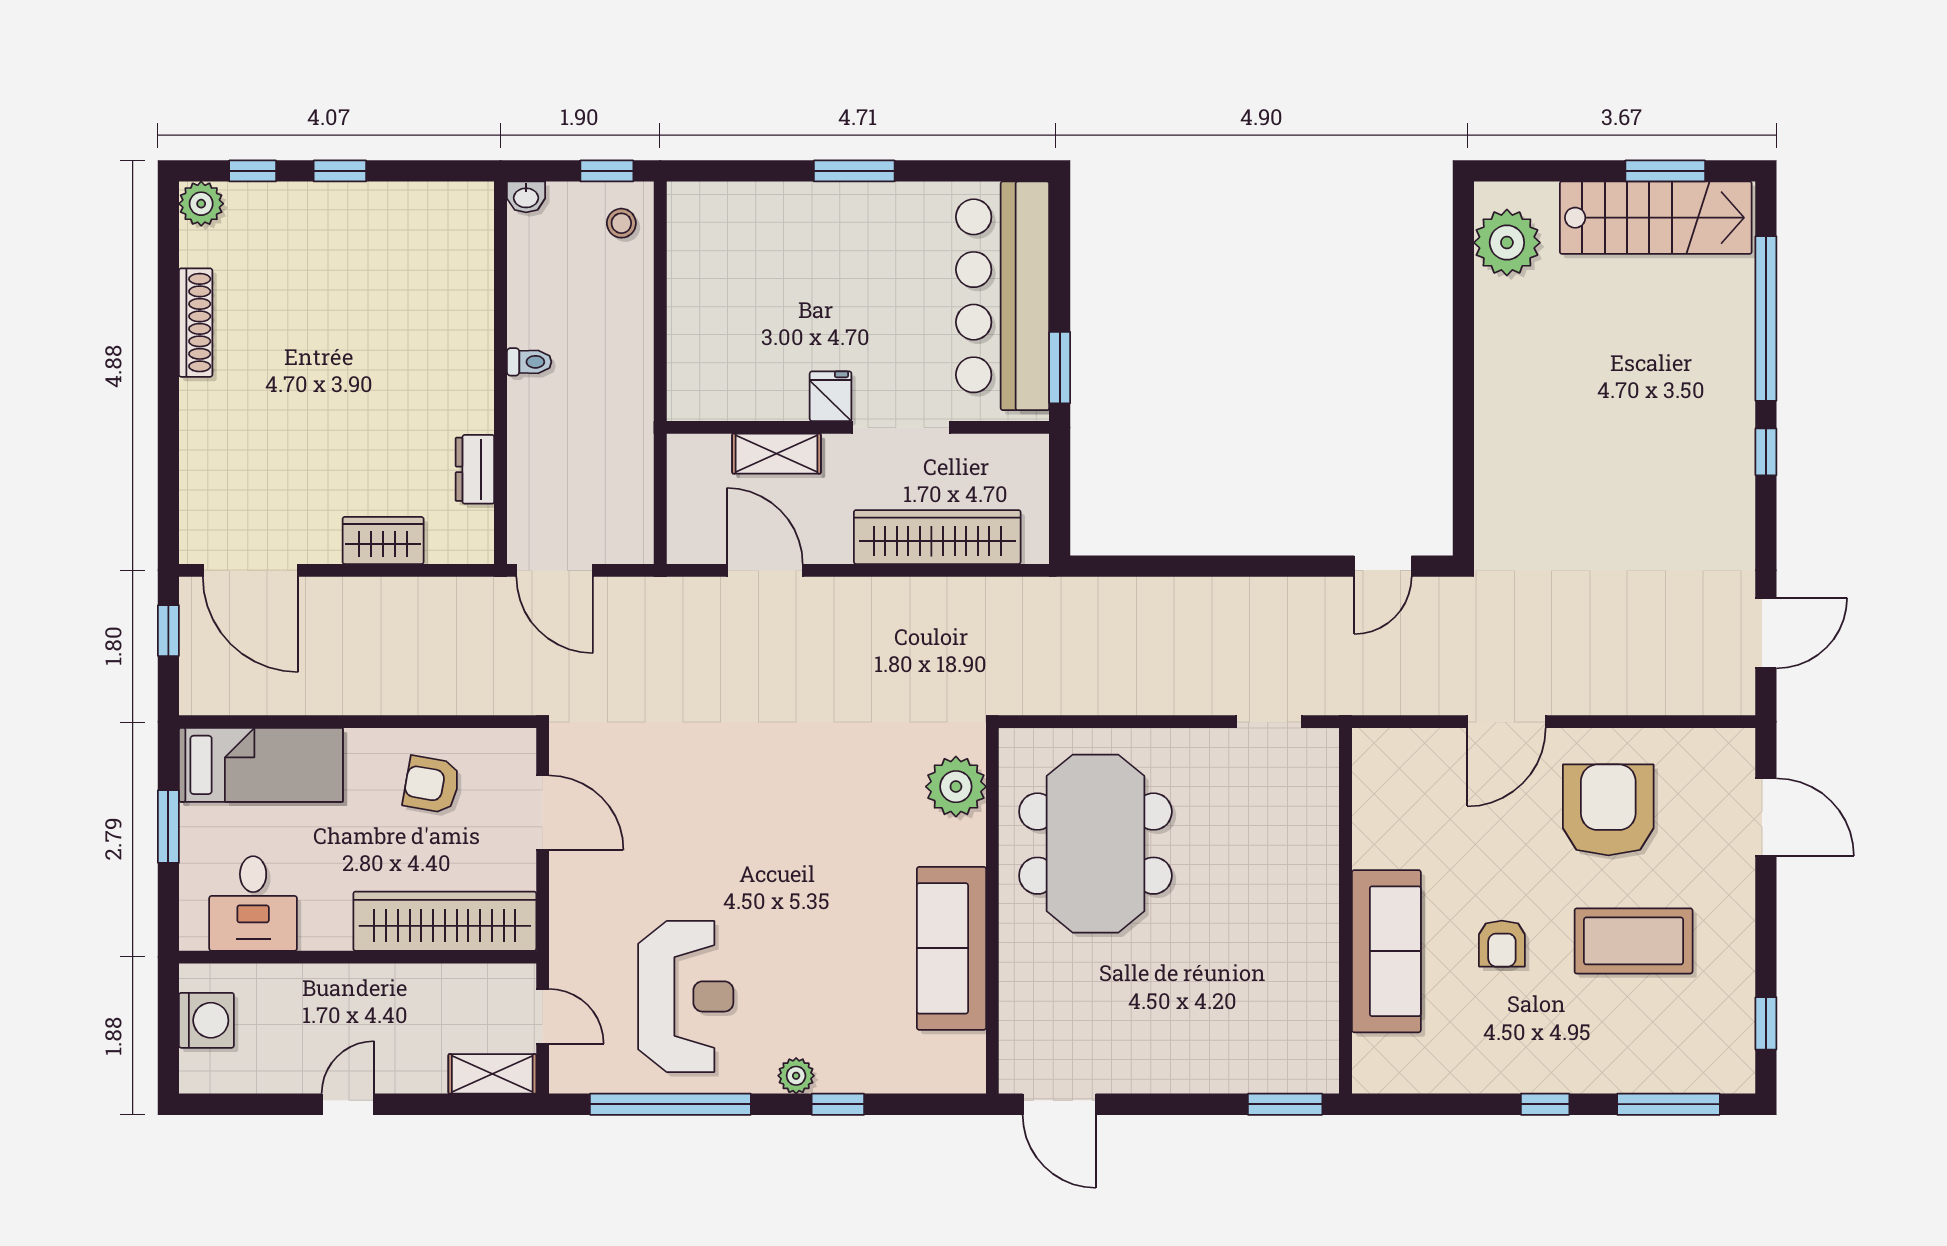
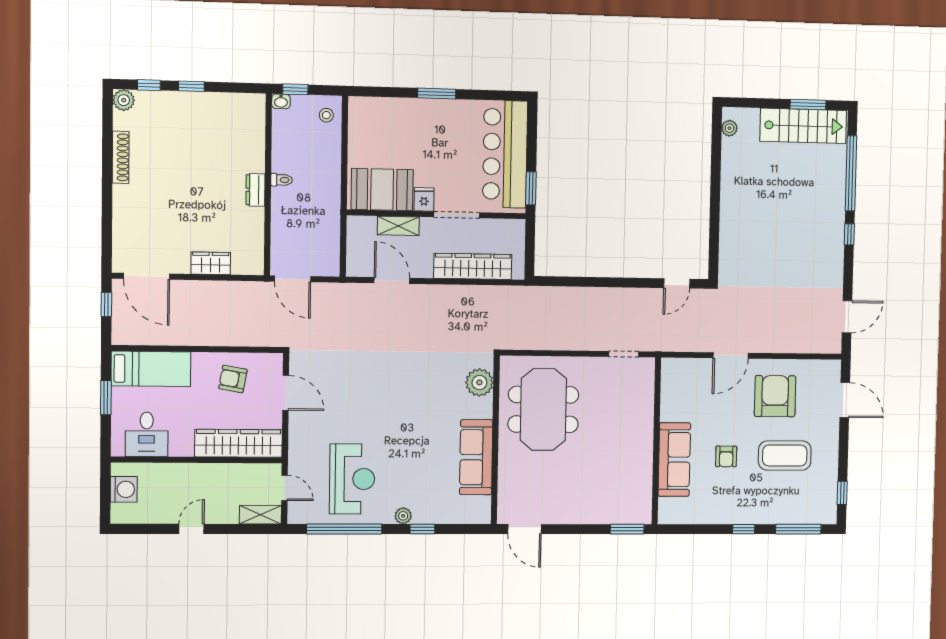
window: (607, 171) -> (295, 89), moved
plant: (1507, 243) -> (729, 128), width x0.53, depth x0.53
booth: (741, 377) -> (382, 190), added
dresser: (475, 469) -> (255, 190), moved

